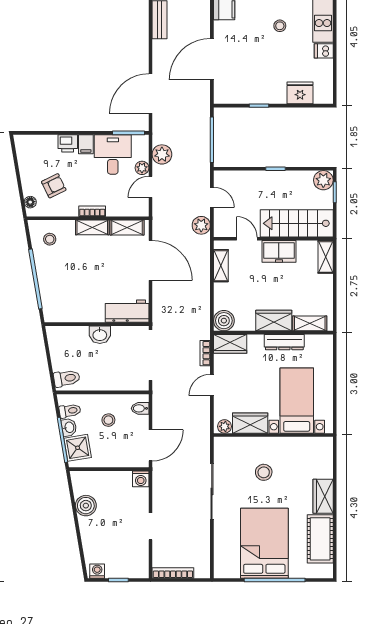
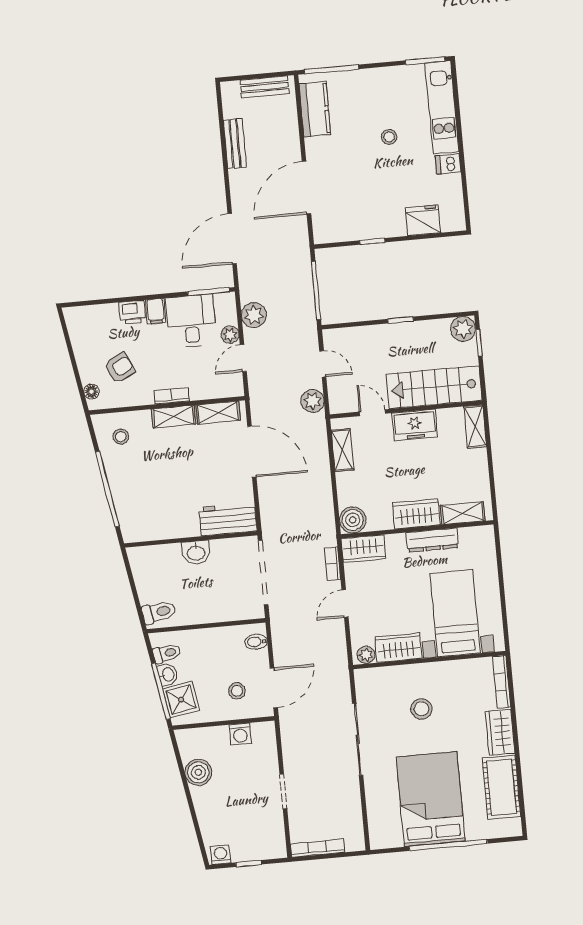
stool: (108, 420) -> (237, 691), moved
bookcase: (328, 457) -> (502, 682), added
washing machine: (141, 479) -> (240, 734), moved

